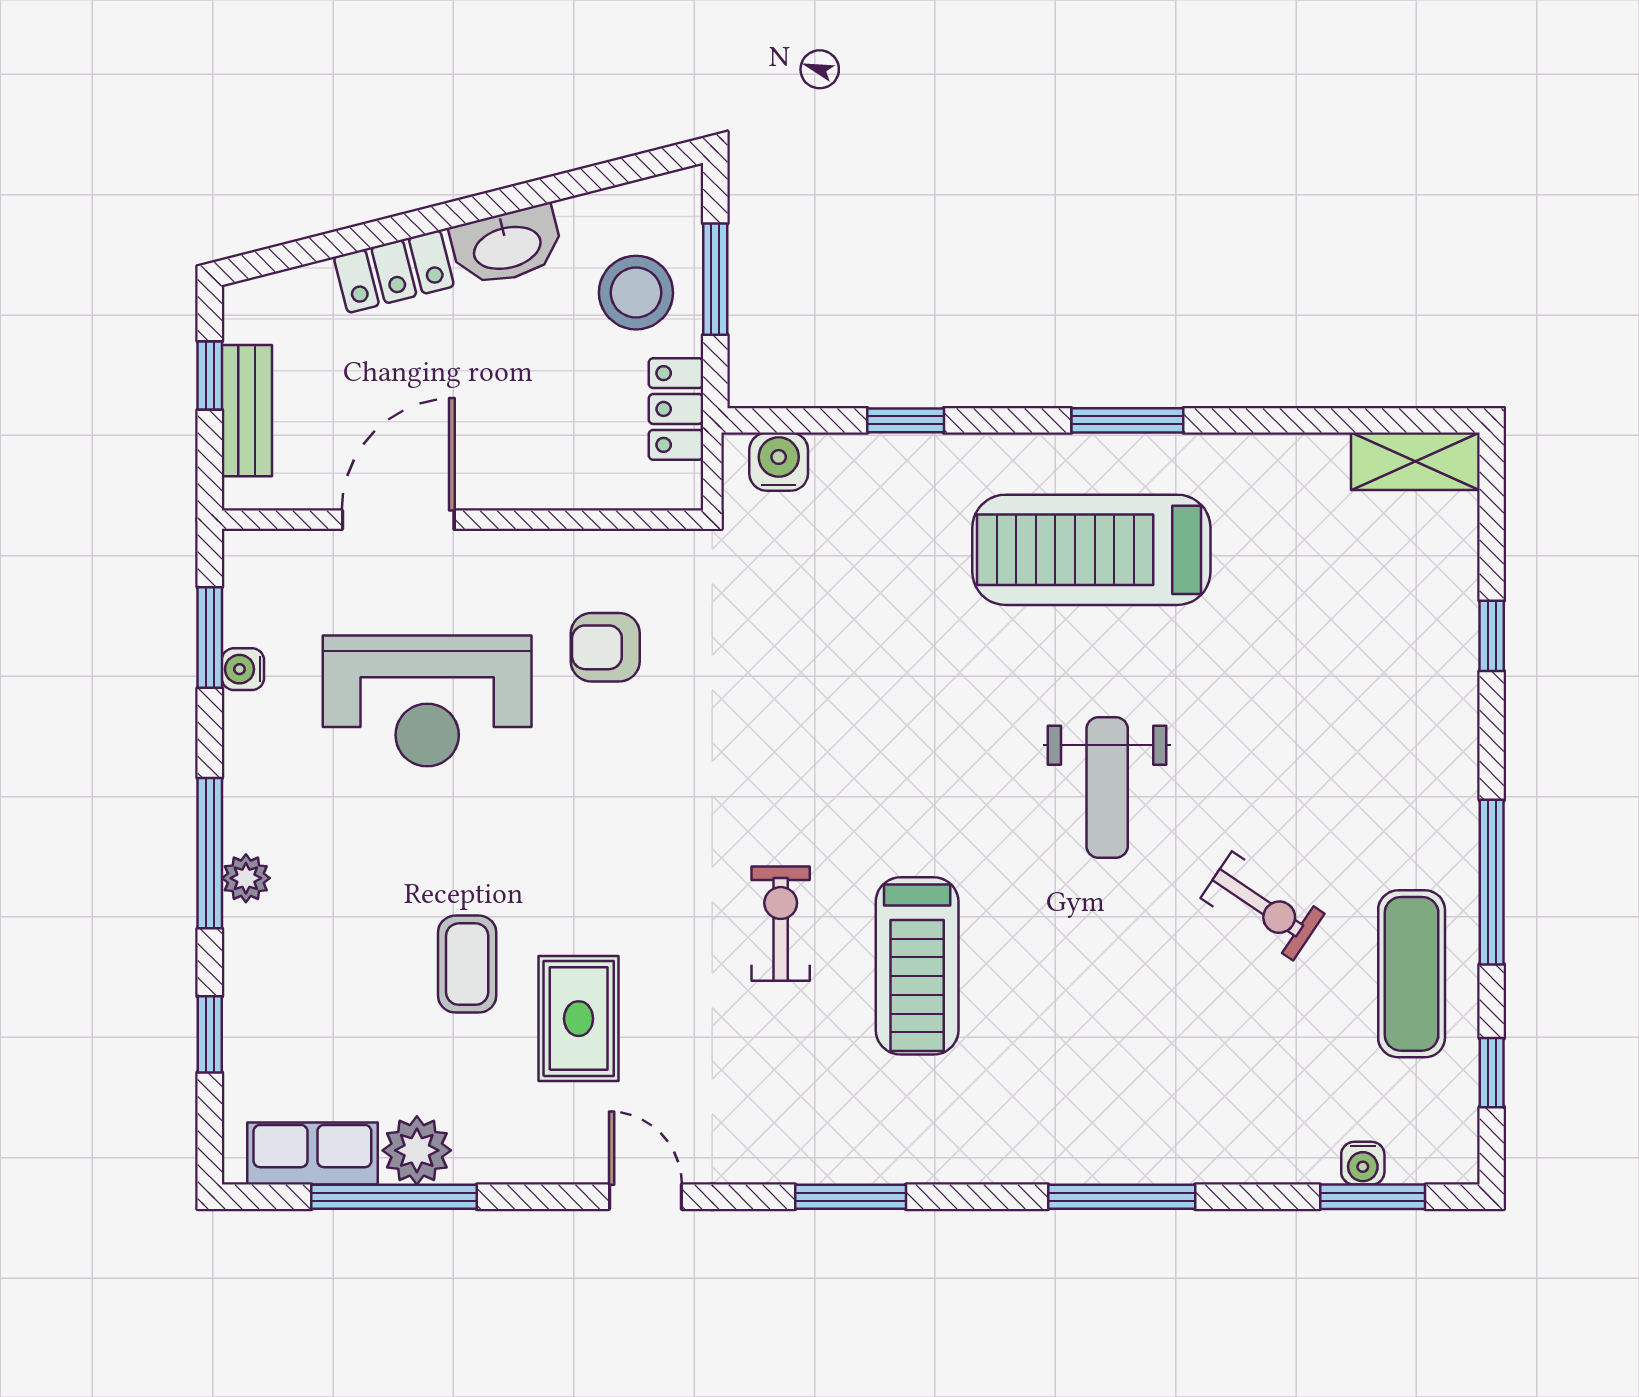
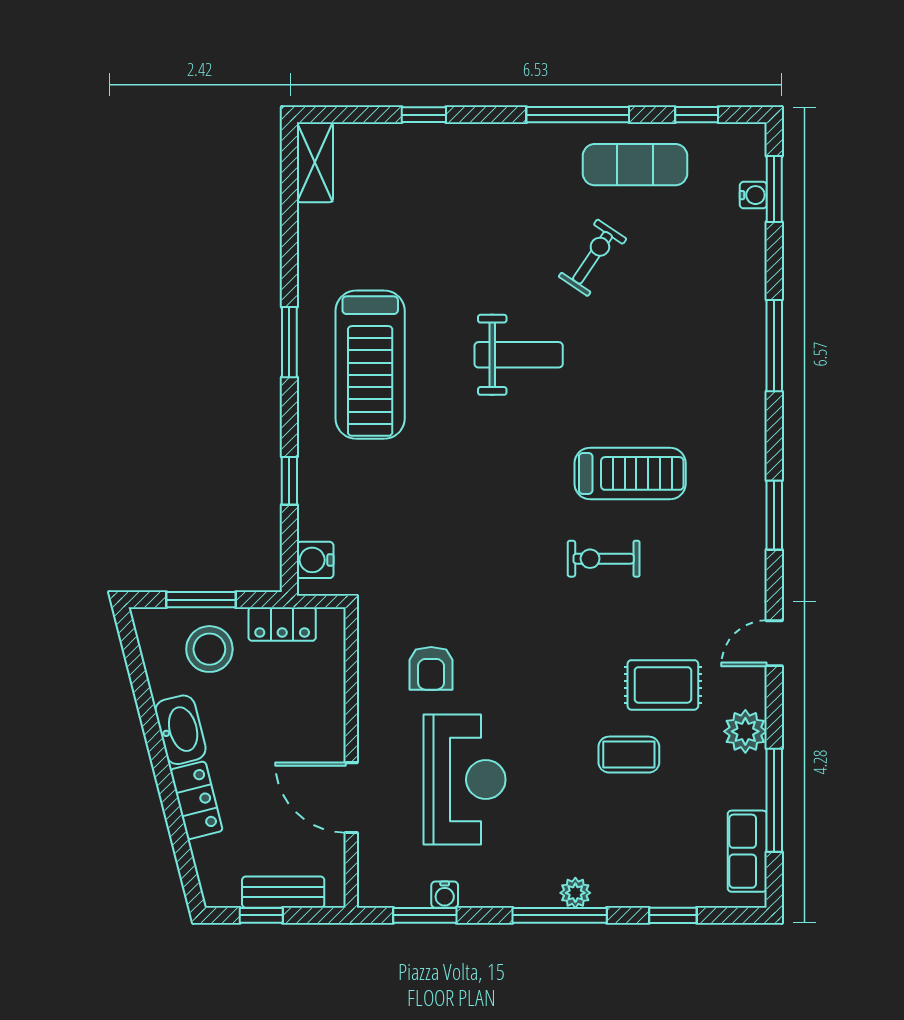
plant: (417, 1150) -> (745, 731), moved

